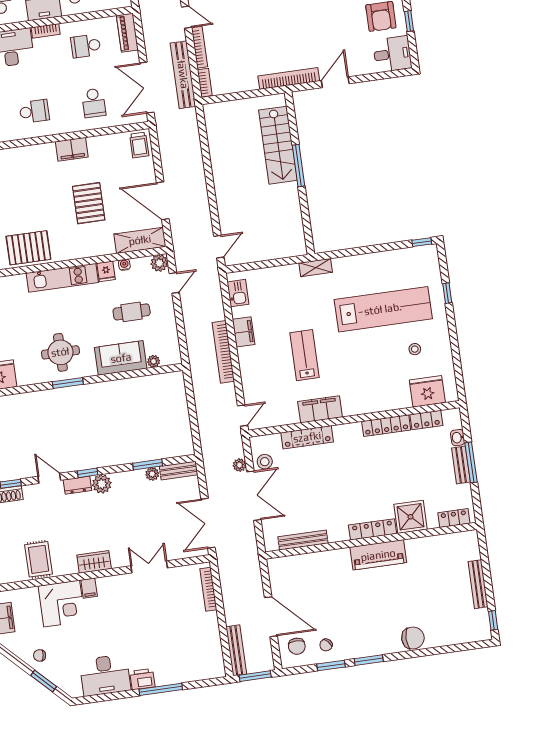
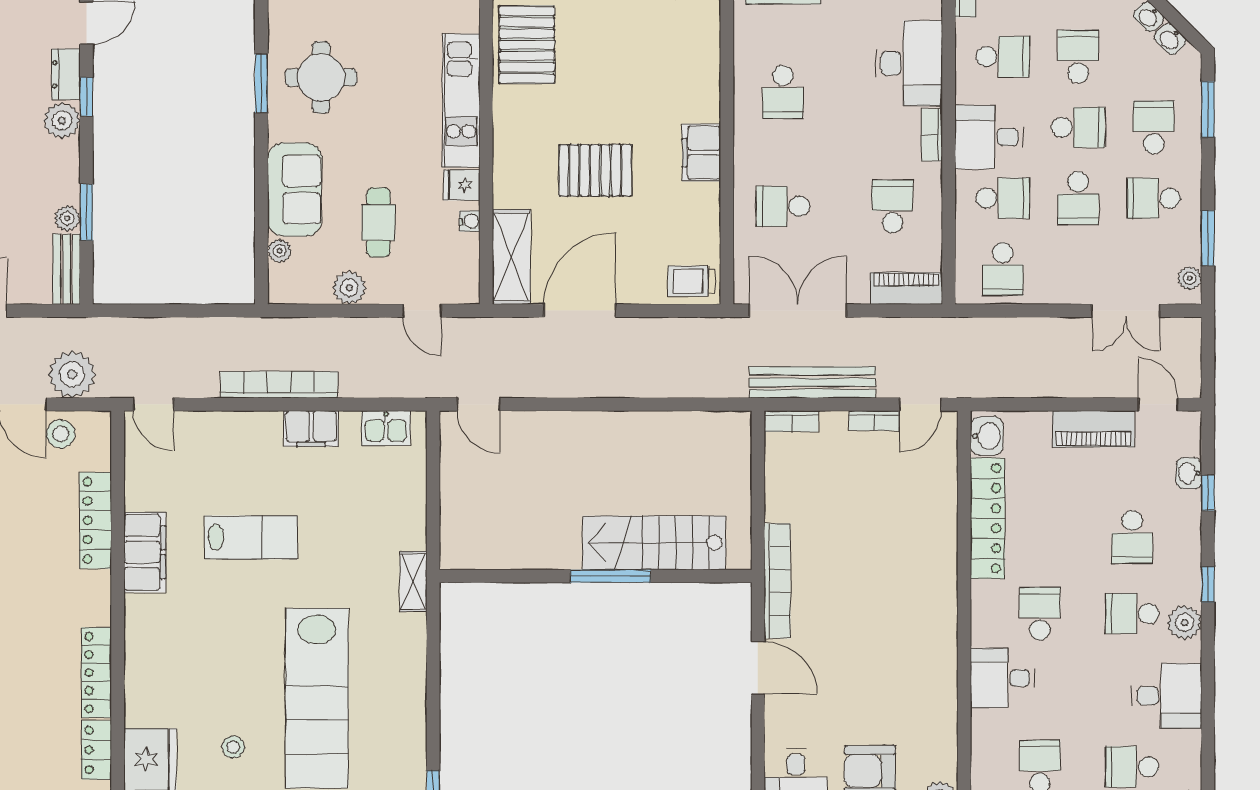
bookcase: (199, 47) -> (874, 421), width x0.64
plant: (159, 263) -> (349, 288), moved
plant: (240, 465) -> (72, 374), width x1.87, depth x1.87

